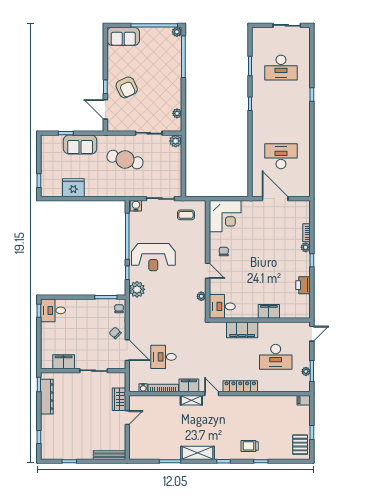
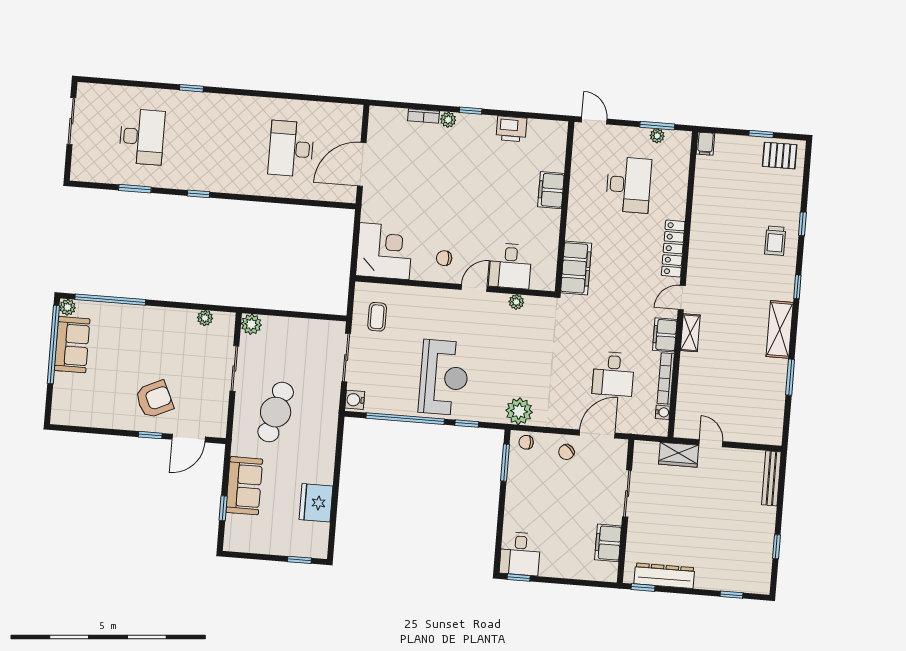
sofa: (123, 36) -> (72, 345), moved
plant: (137, 289) -> (519, 411), moved
desk: (222, 306) -> (510, 266), moved
filing cabinet: (242, 330) -> (576, 268), moved

